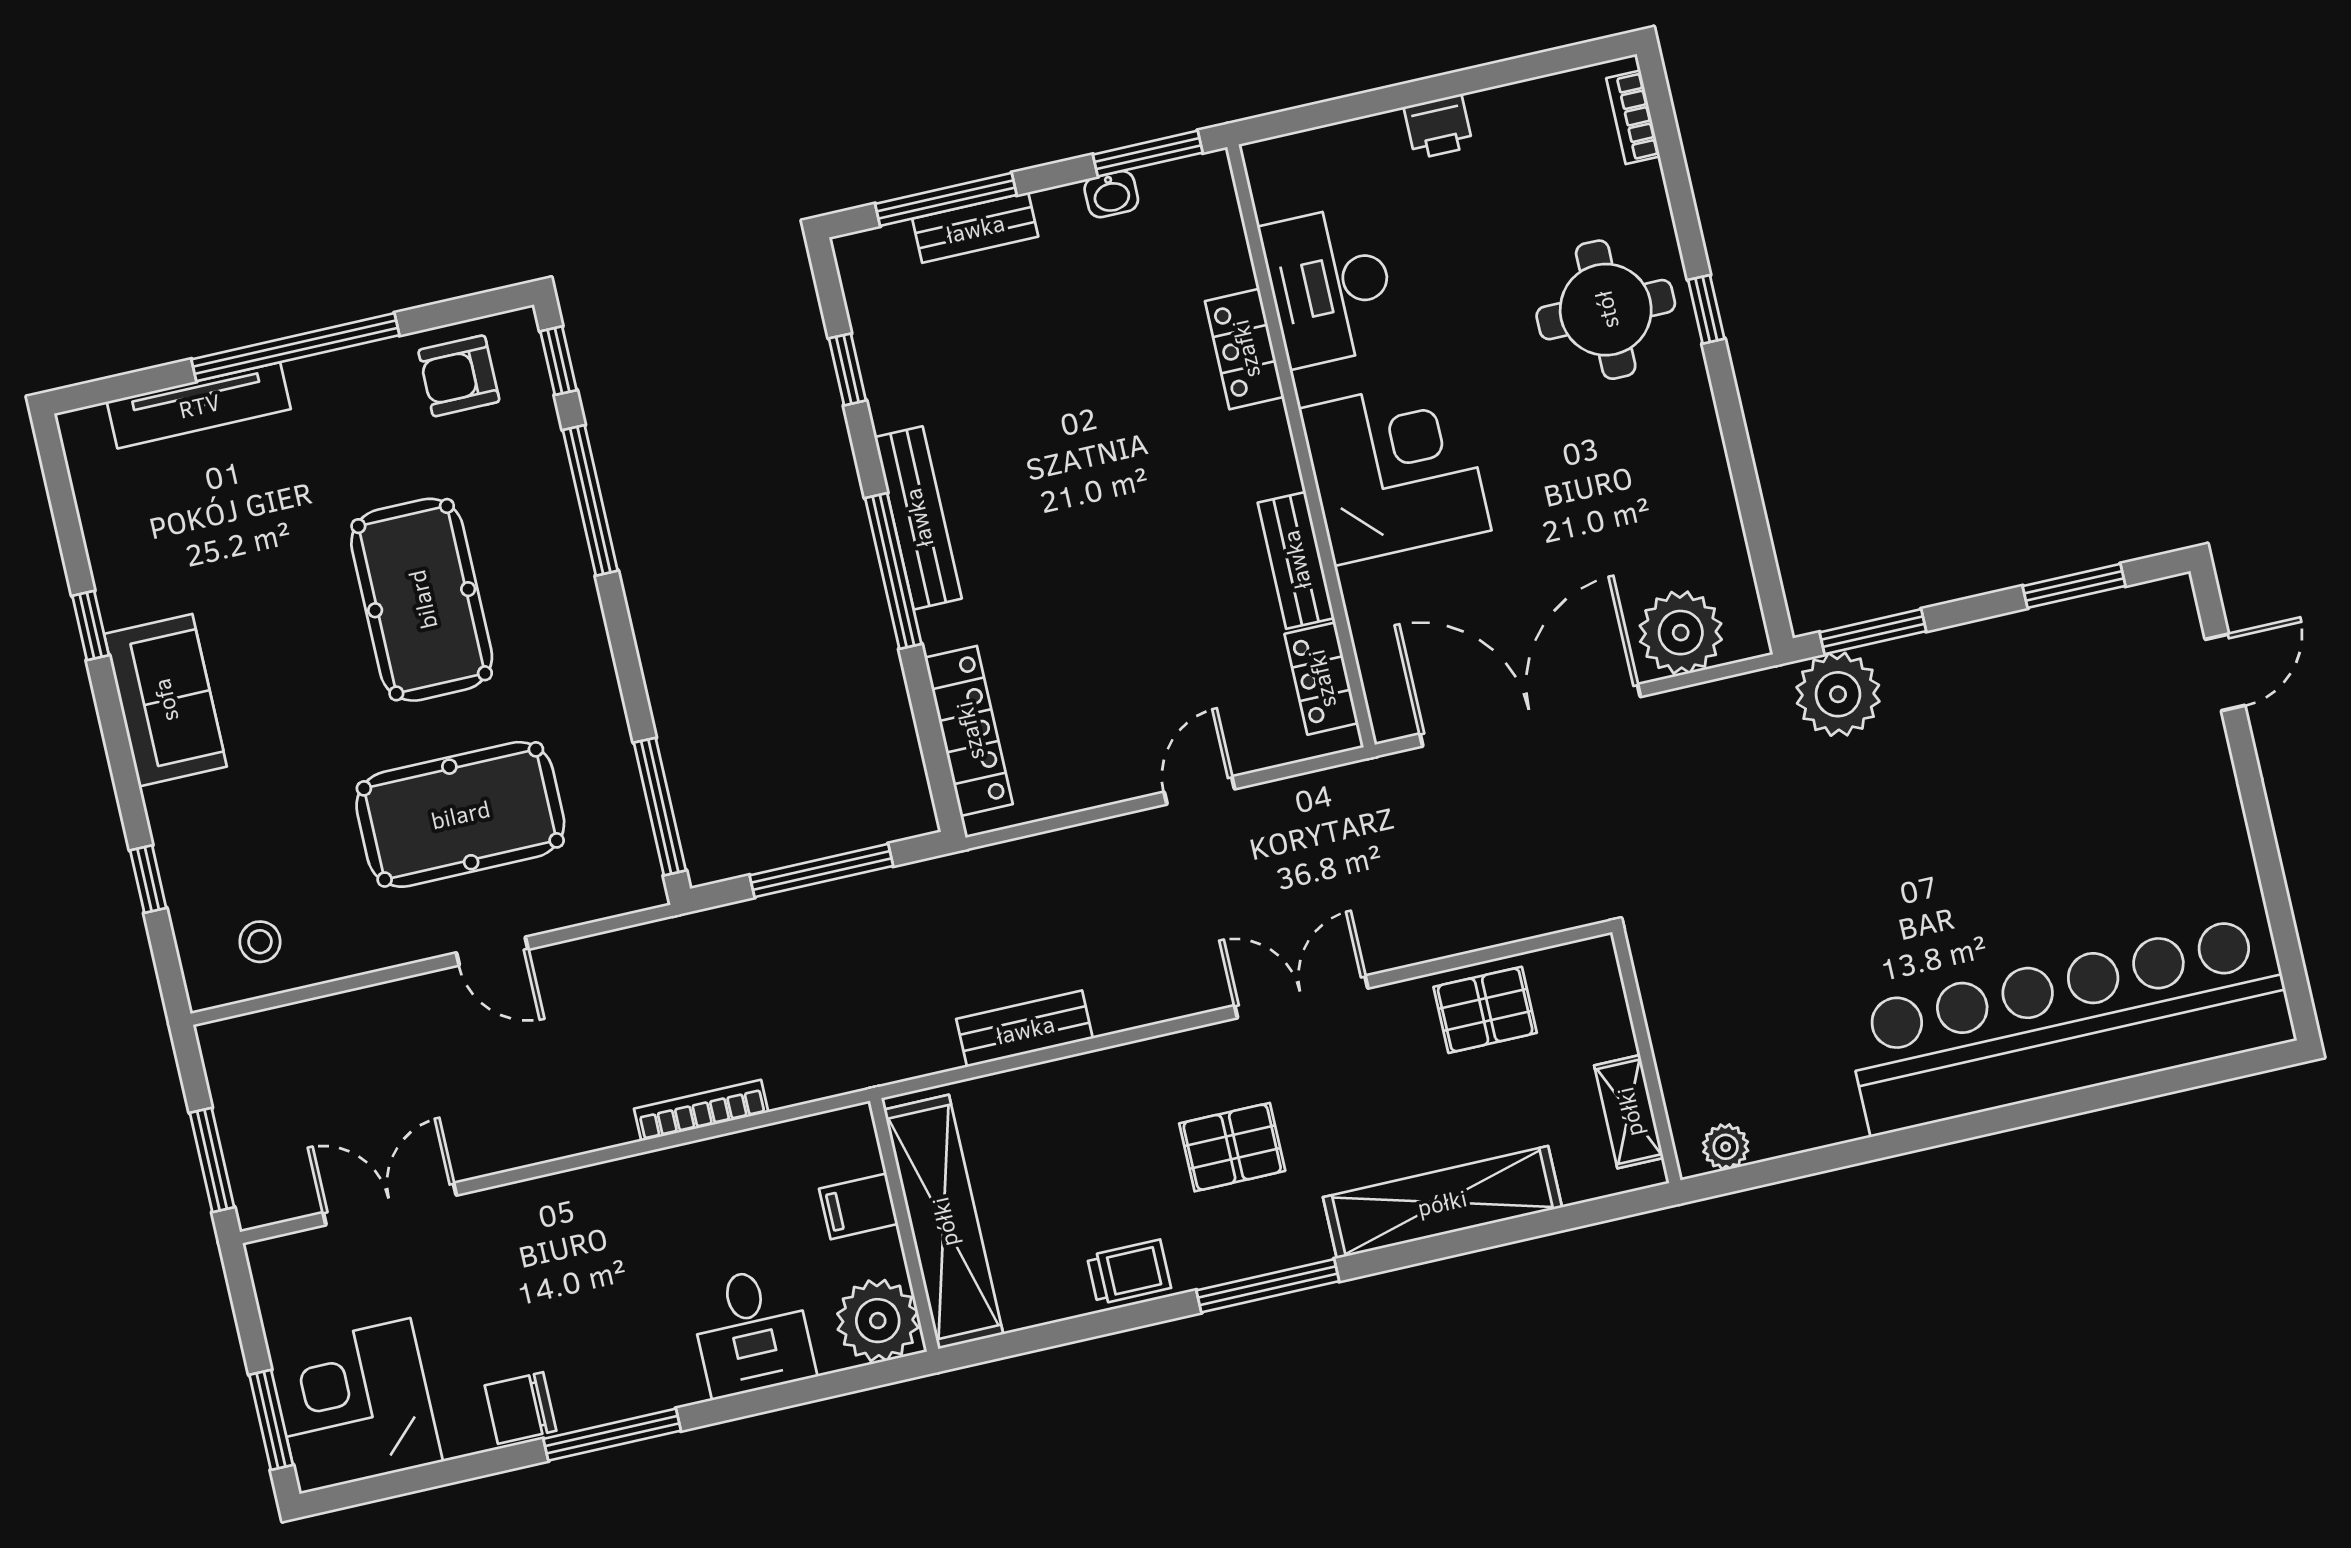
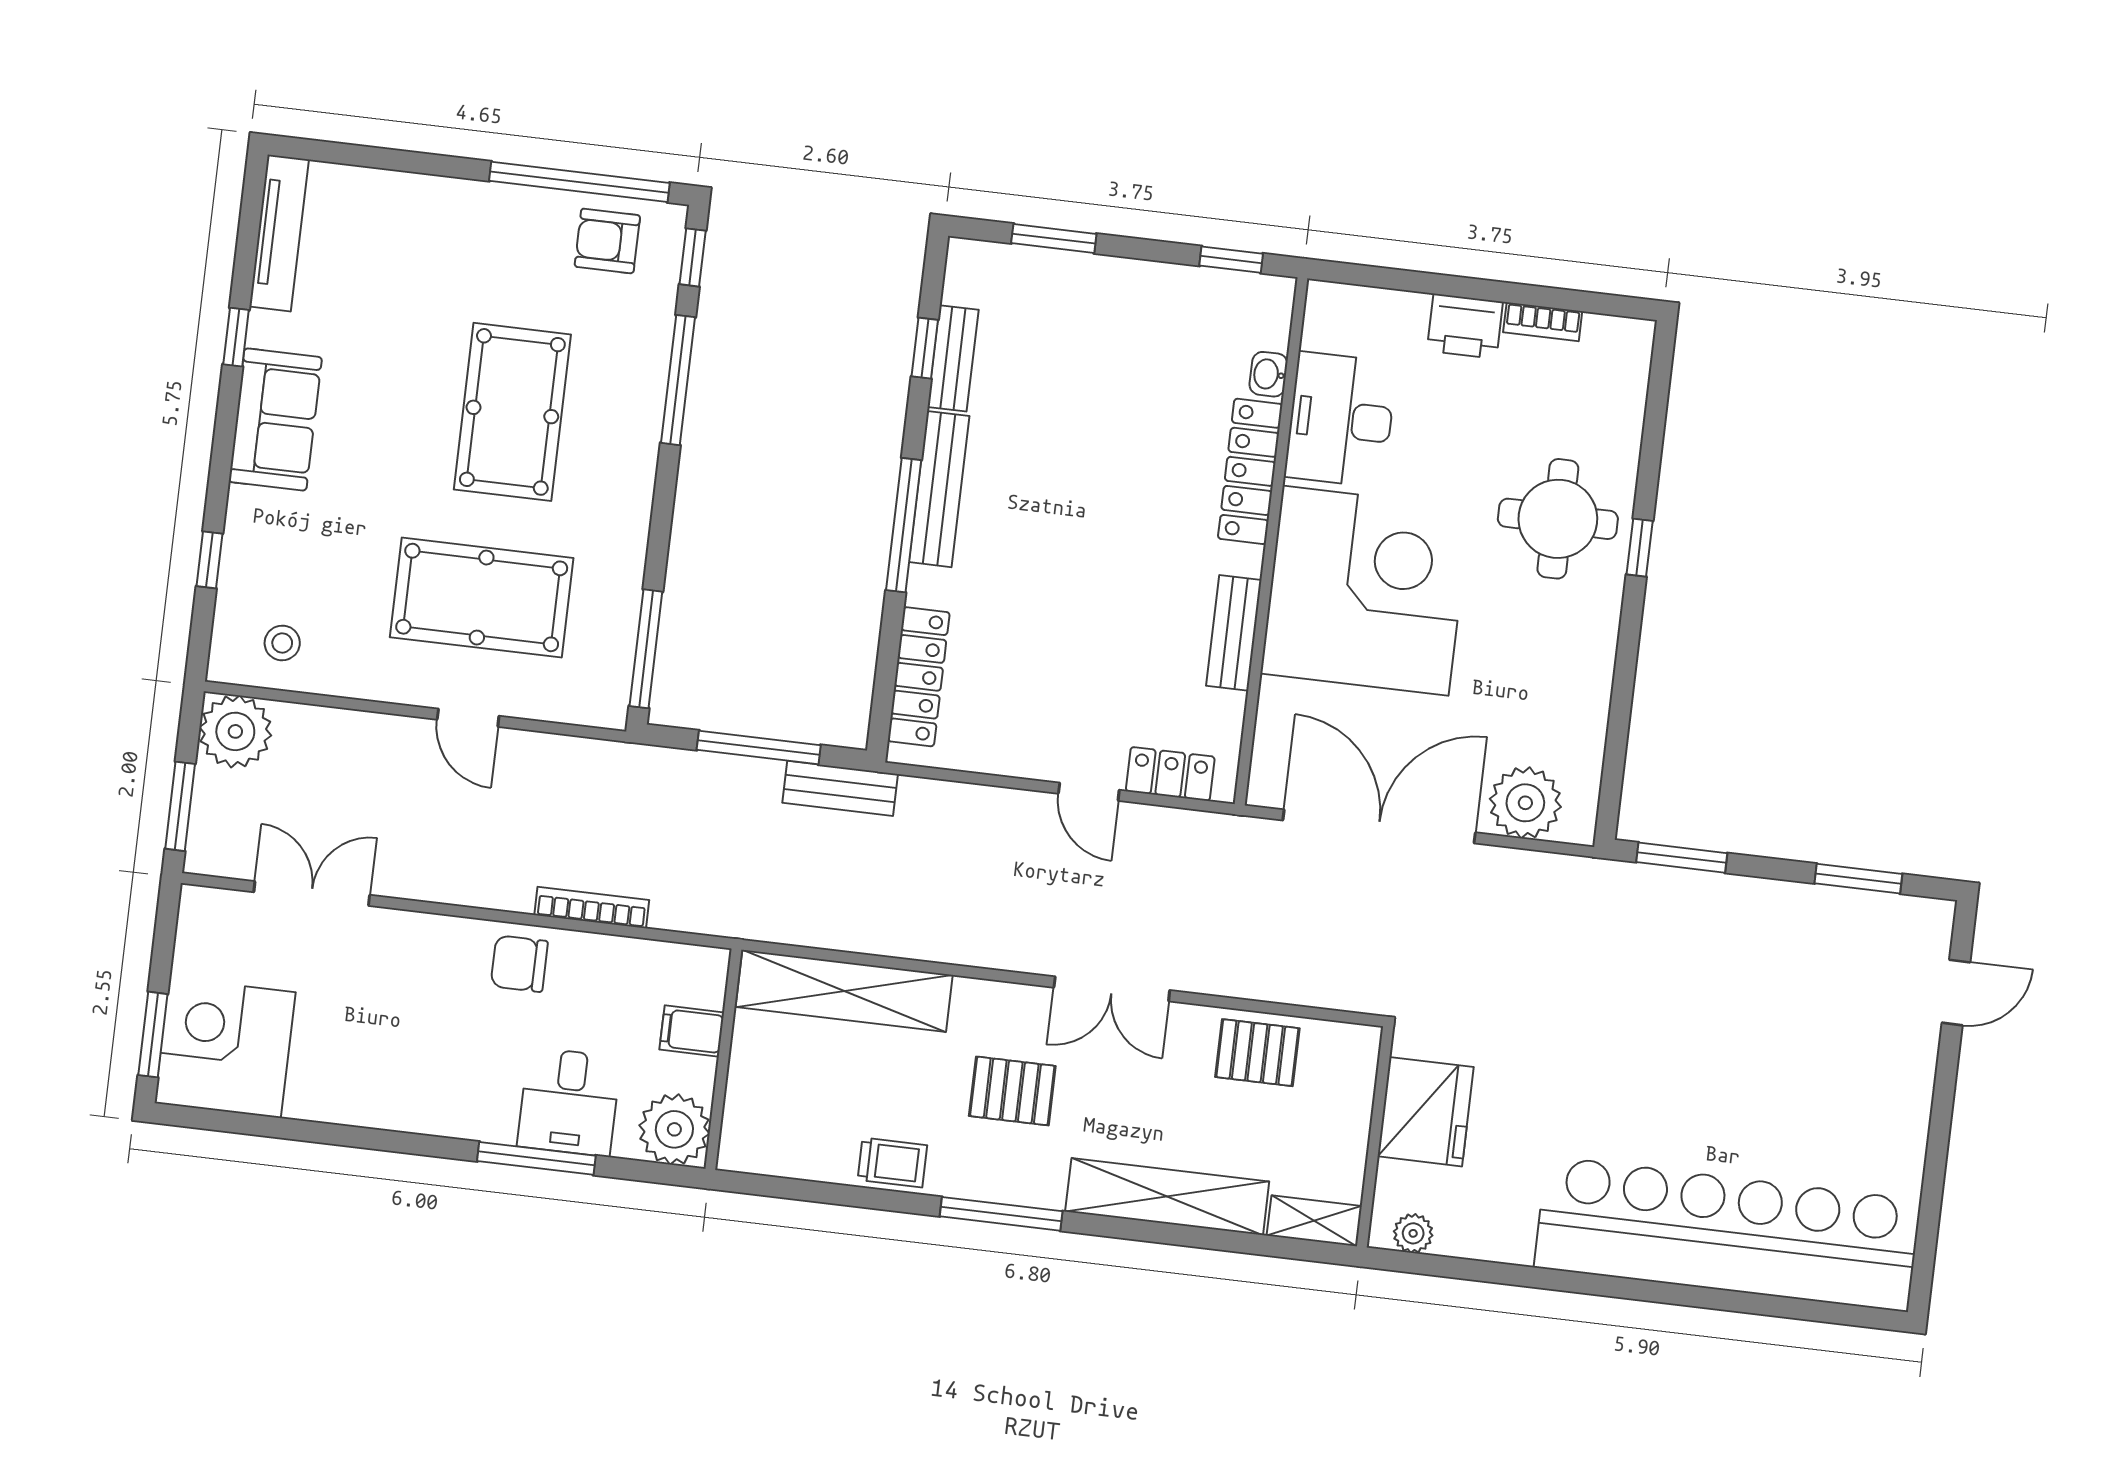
bookcase: (1633, 117) -> (1543, 322), moved, turned -90
printer: (1438, 127) -> (1465, 326), width x1.36, depth x1.24
window: (1148, 154) -> (1231, 260), width x0.67
washbasin: (1111, 194) -> (1268, 374), moved, turned 90
window: (946, 199) -> (1054, 238), width x0.69
bench: (975, 228) -> (953, 358), moved, turned 90
window: (295, 347) -> (579, 182), moved
locker: (1245, 349) -> (1250, 471), width x1.53
tv unit: (199, 405) -> (279, 233), moved, turned -90
corner desk: (1395, 469) -> (1365, 591), width x1.36, depth x1.36
locker: (1321, 679) -> (1170, 774), moved, turned 90
plant: (1838, 694) -> (235, 731), moved
door: (1199, 790) -> (1089, 792), swing flipped
double door: (1301, 997) -> (1112, 989), swing flipped
fridge: (1692, 1009) -> (1426, 1112), added
bench: (1025, 1029) -> (840, 788), moved
shelving: (1629, 1112) -> (1314, 1221), moved, turned 90
shelving: (944, 1222) -> (844, 991), moved, turned 90
chair: (521, 1408) -> (519, 964), moved
window: (612, 1435) -> (536, 1158), moved

